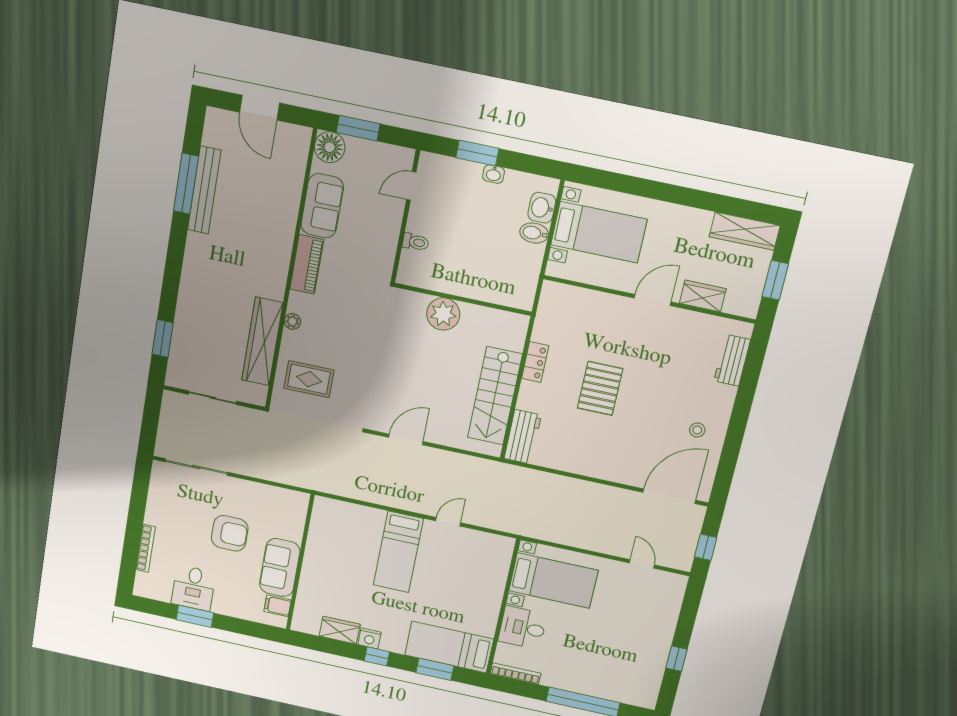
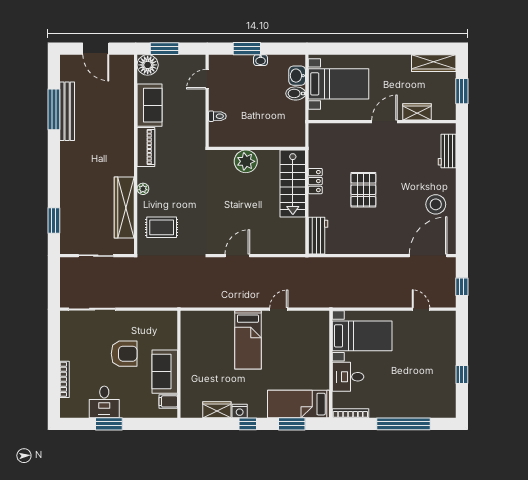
stairs: (495, 396) -> (293, 184), moved
stool: (697, 430) -> (436, 204), width x1.89, depth x1.89

